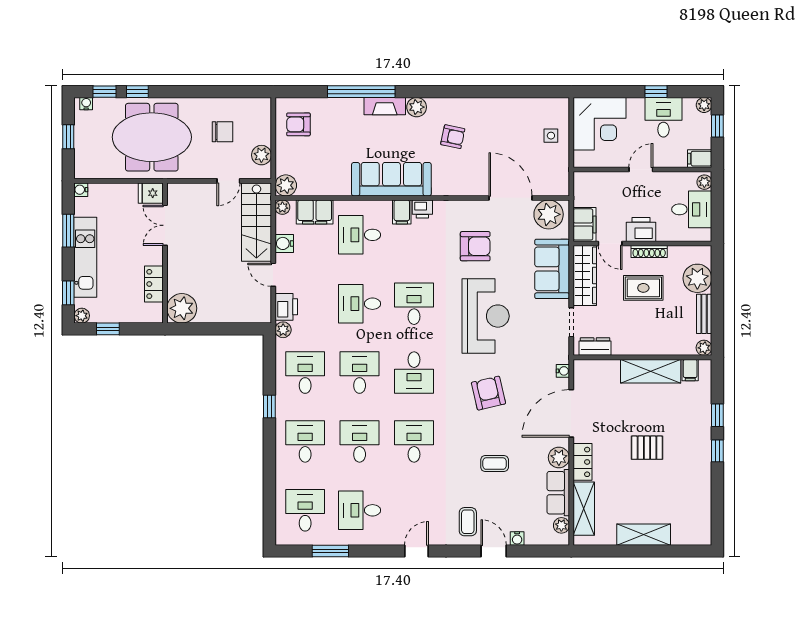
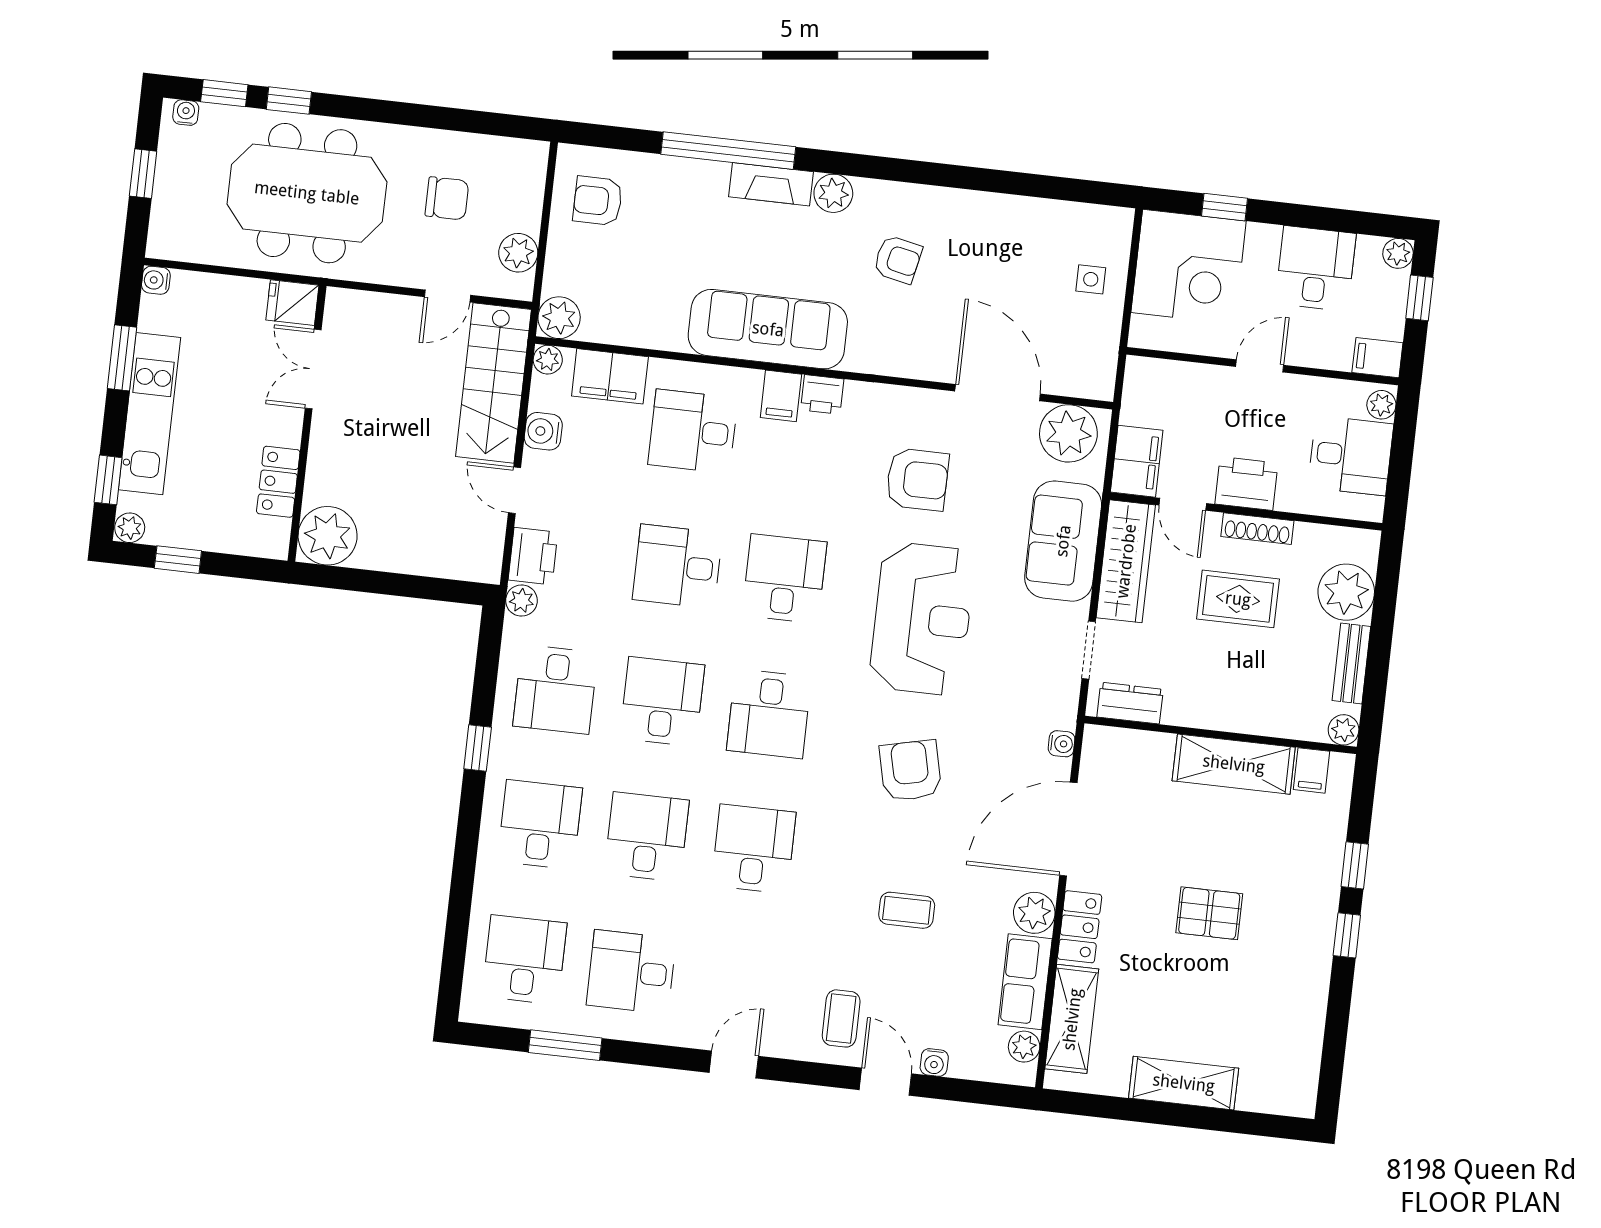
window: (656, 92) -> (1225, 207), moved
desk: (305, 373) -> (555, 689), turned 180

